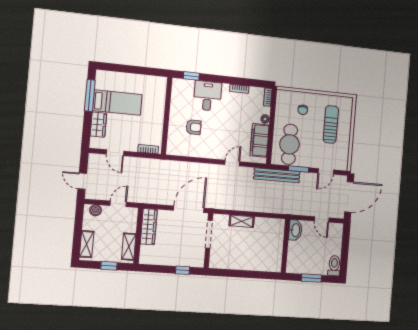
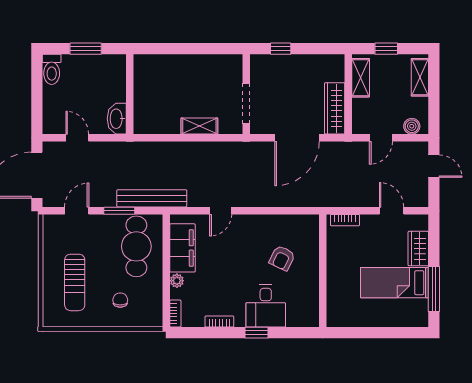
window: (191, 76) -> (257, 333), moved
armchair: (194, 127) -> (282, 258), turned -64
door: (189, 209) -> (297, 138), moved

